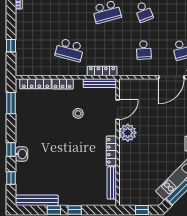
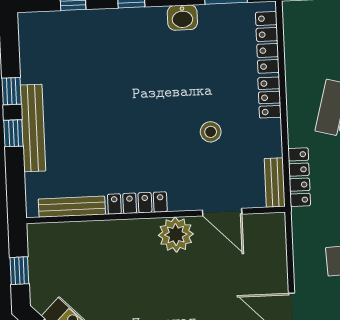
bench: (100, 83) -> (275, 183), width x0.73
washbasin: (21, 154) -> (182, 18), moved
bench: (37, 200) -> (33, 128), moved

